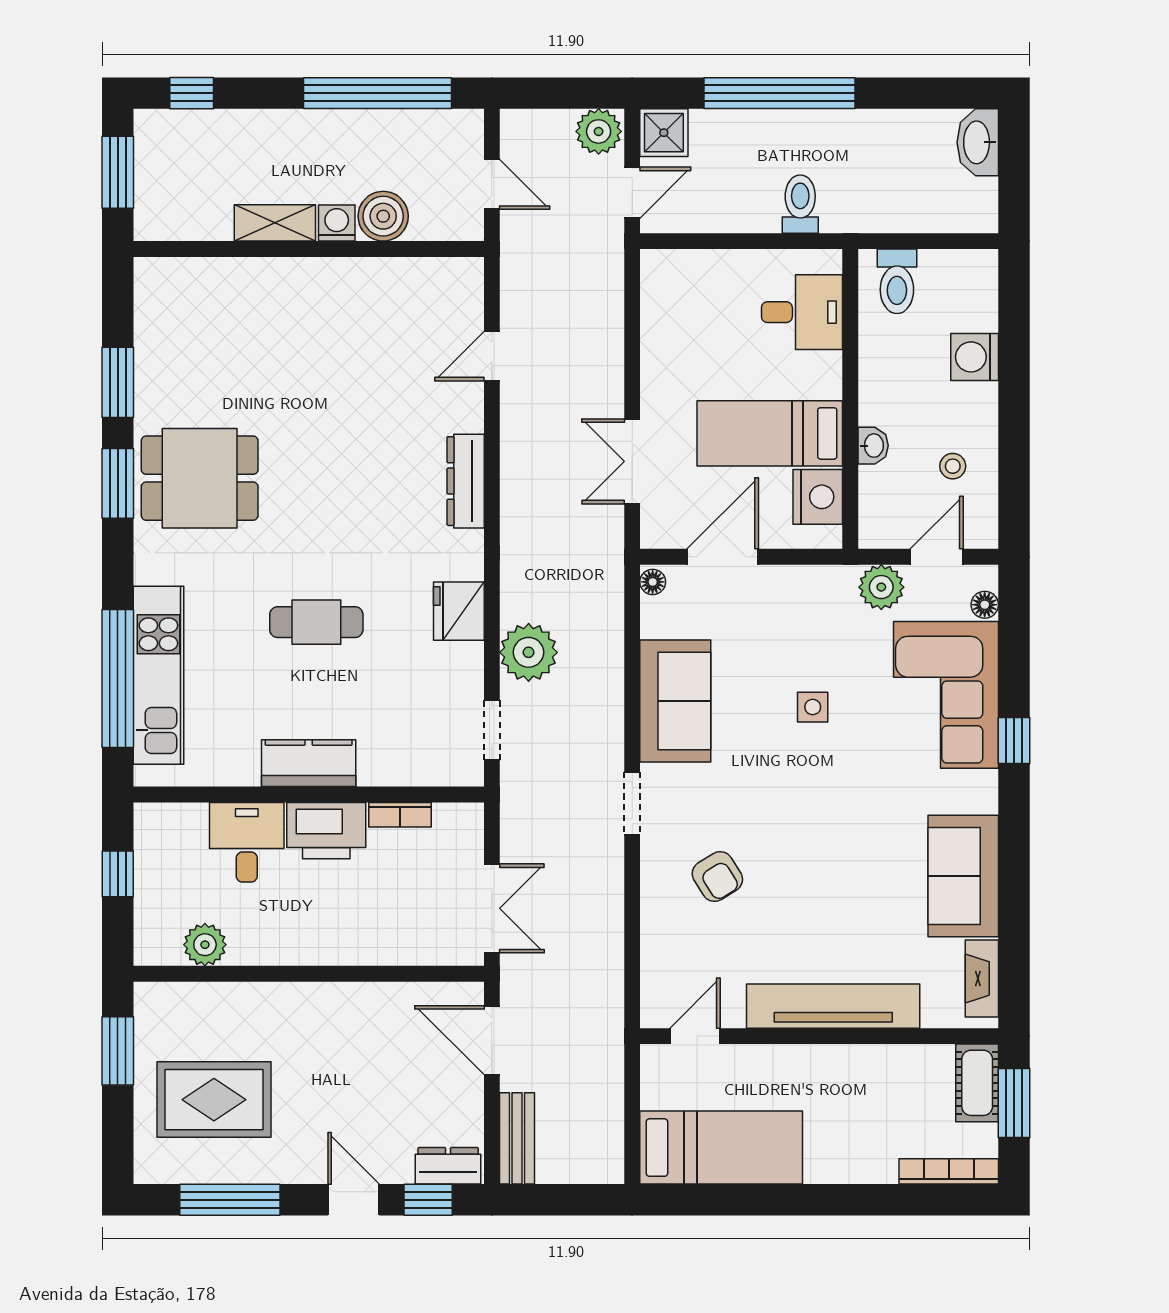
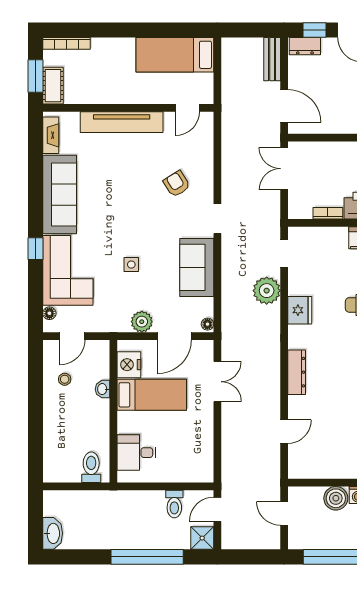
plant: (599, 131) -> (233, 539), removed
toilet: (800, 204) -> (174, 504), moved
washing machine: (975, 357) -> (54, 431), removed
plant: (881, 587) -> (142, 322), moved
sofa: (963, 876) -> (60, 195), width x1.36

